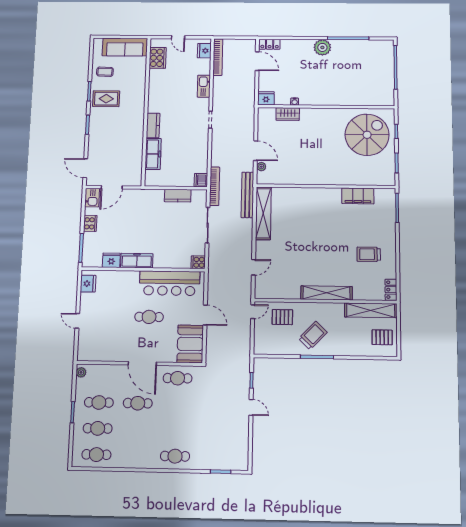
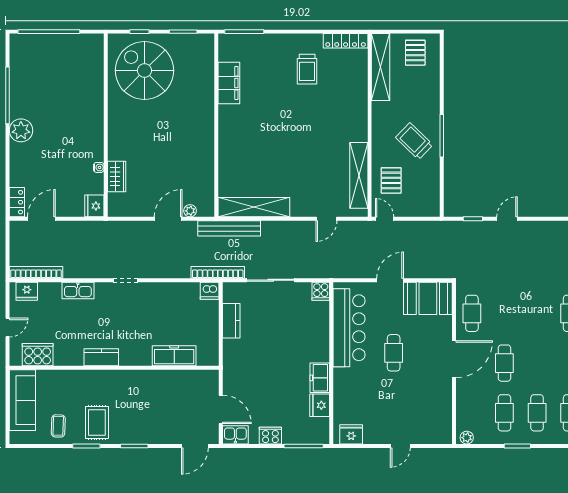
kitchen counter: (153, 125) -> (101, 357), moved
freezer: (137, 261) -> (320, 378), width x0.71
door: (253, 267) -> (326, 219), swing flipped
locker: (391, 290) -> (346, 41), width x1.53
shelving: (326, 293) -> (359, 175), moved

